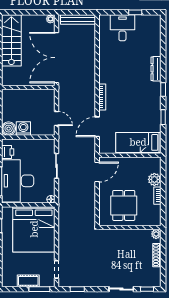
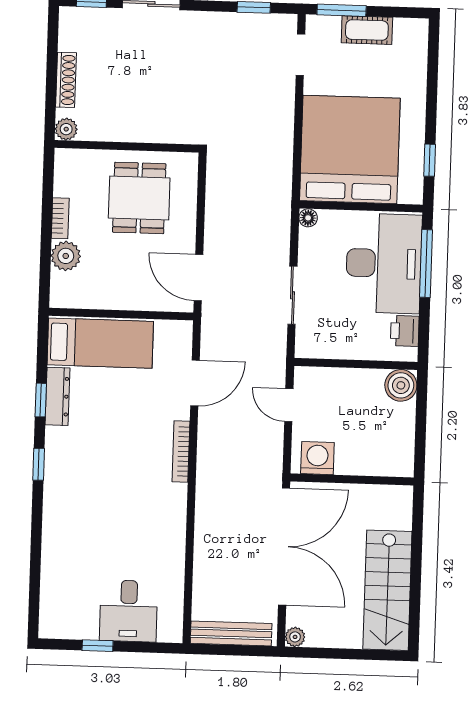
dresser: (156, 69) -> (57, 396), moved
washing machine: (23, 128) -> (317, 458), moved, turned 180
door: (97, 172) -> (198, 278), hinge flipped

